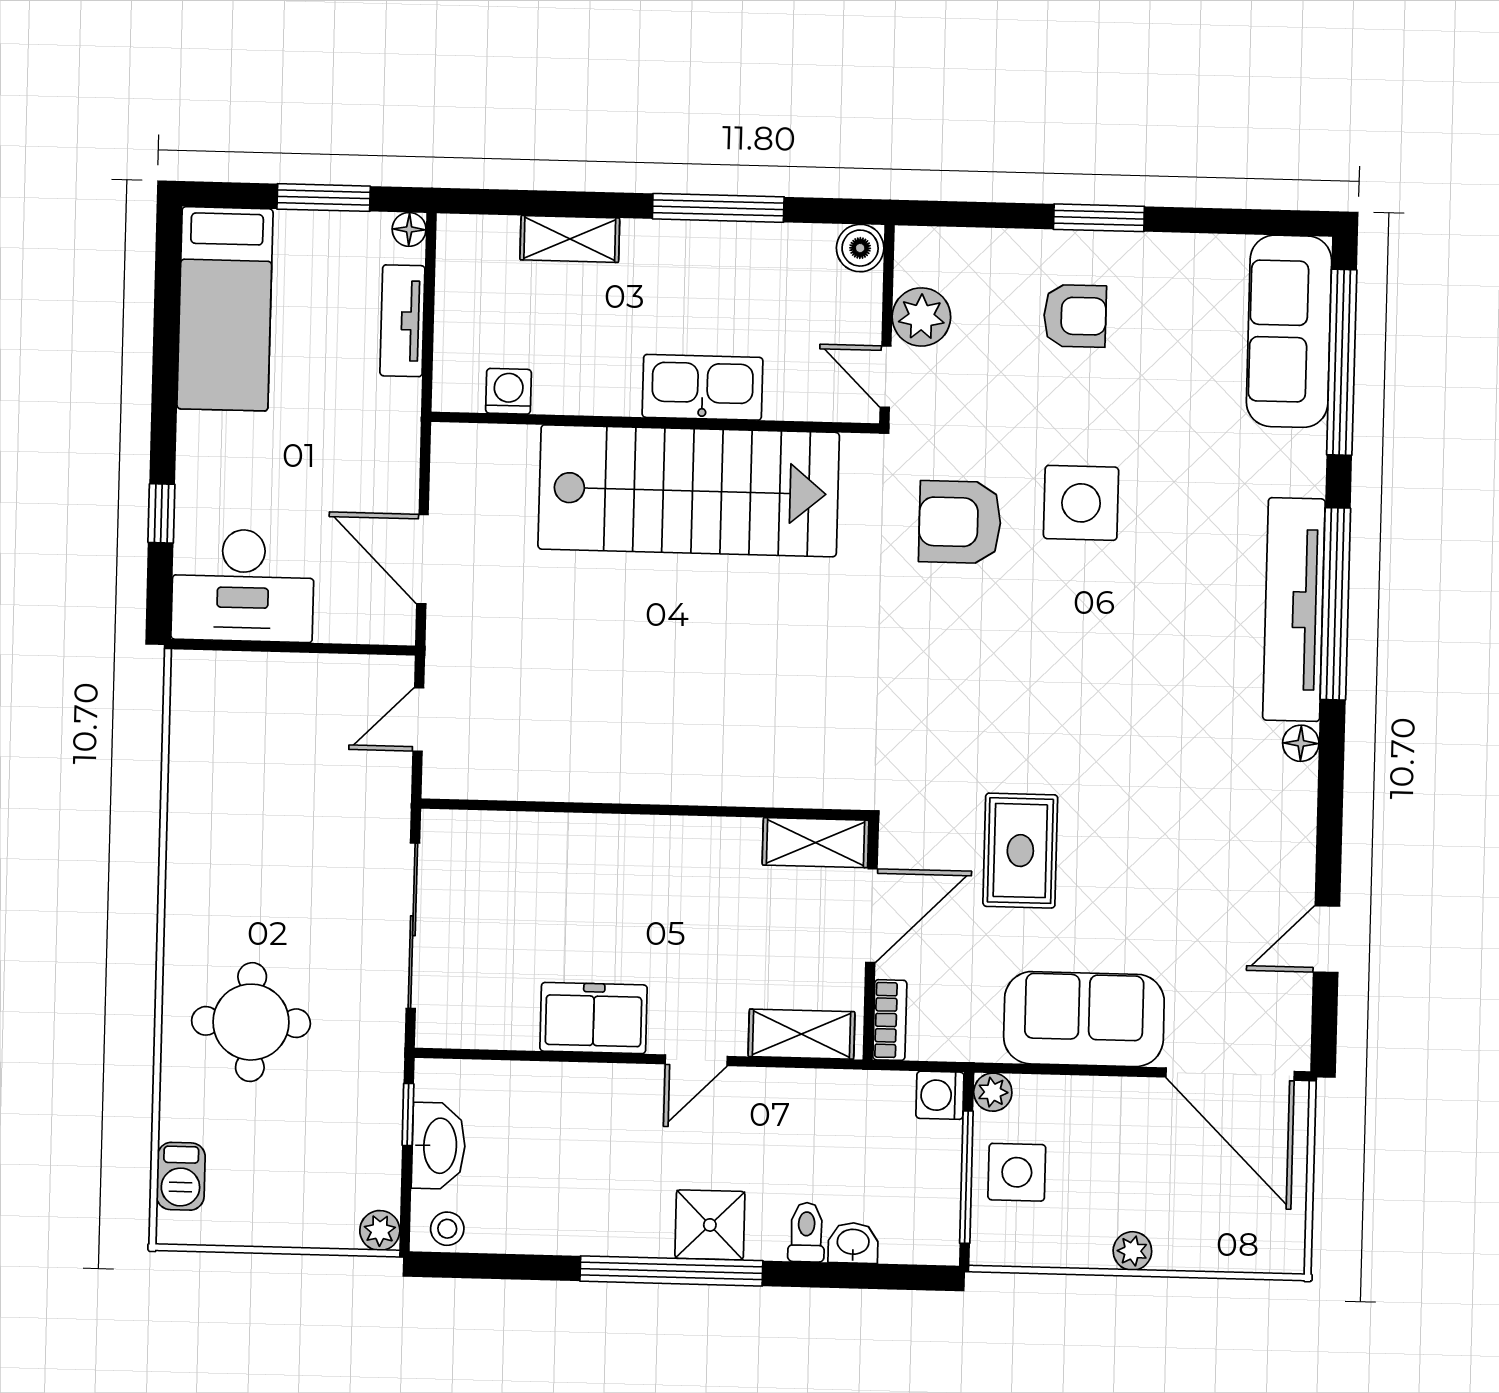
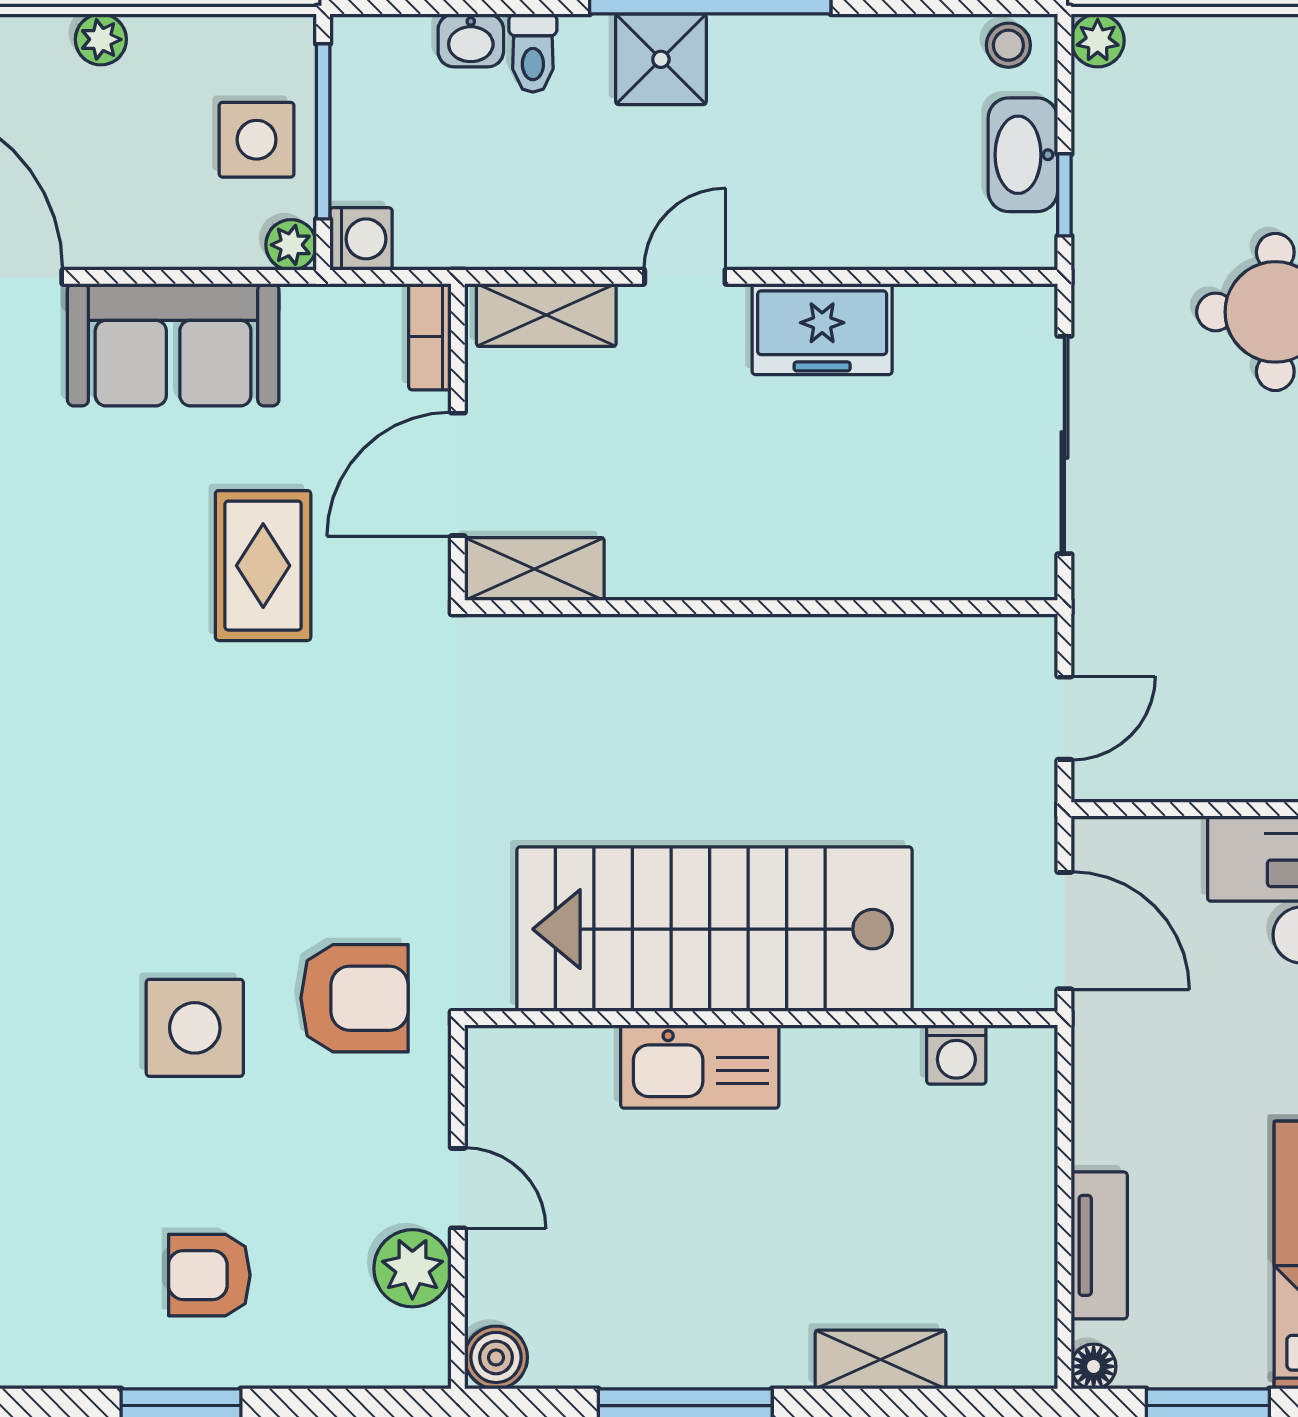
kitchen sink: (703, 387) -> (700, 1067), moved
washing machine: (509, 391) -> (956, 1055), moved
wall: (655, 423) -> (761, 1018), moved
stairs: (689, 491) -> (714, 929), moved

